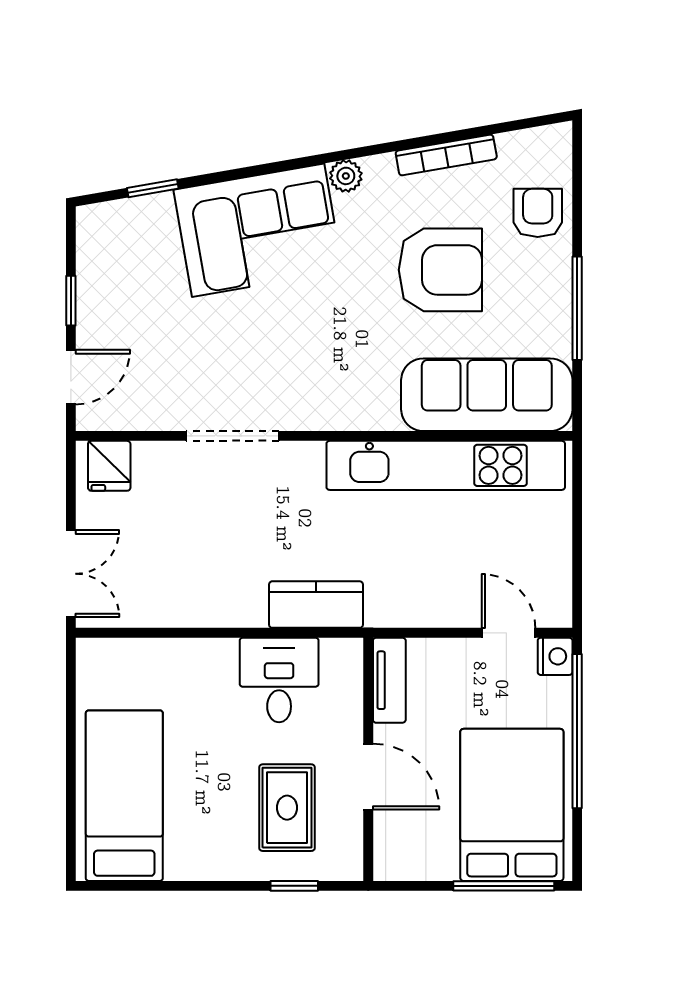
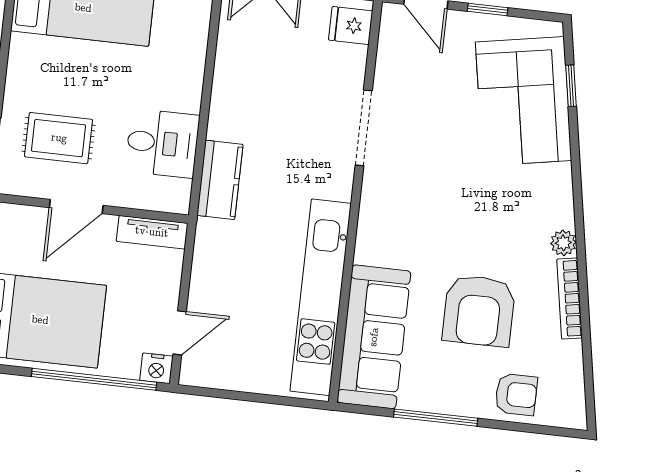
bookcase: (446, 155) -> (570, 298), moved
corner sofa: (258, 230) -> (524, 101), moved

